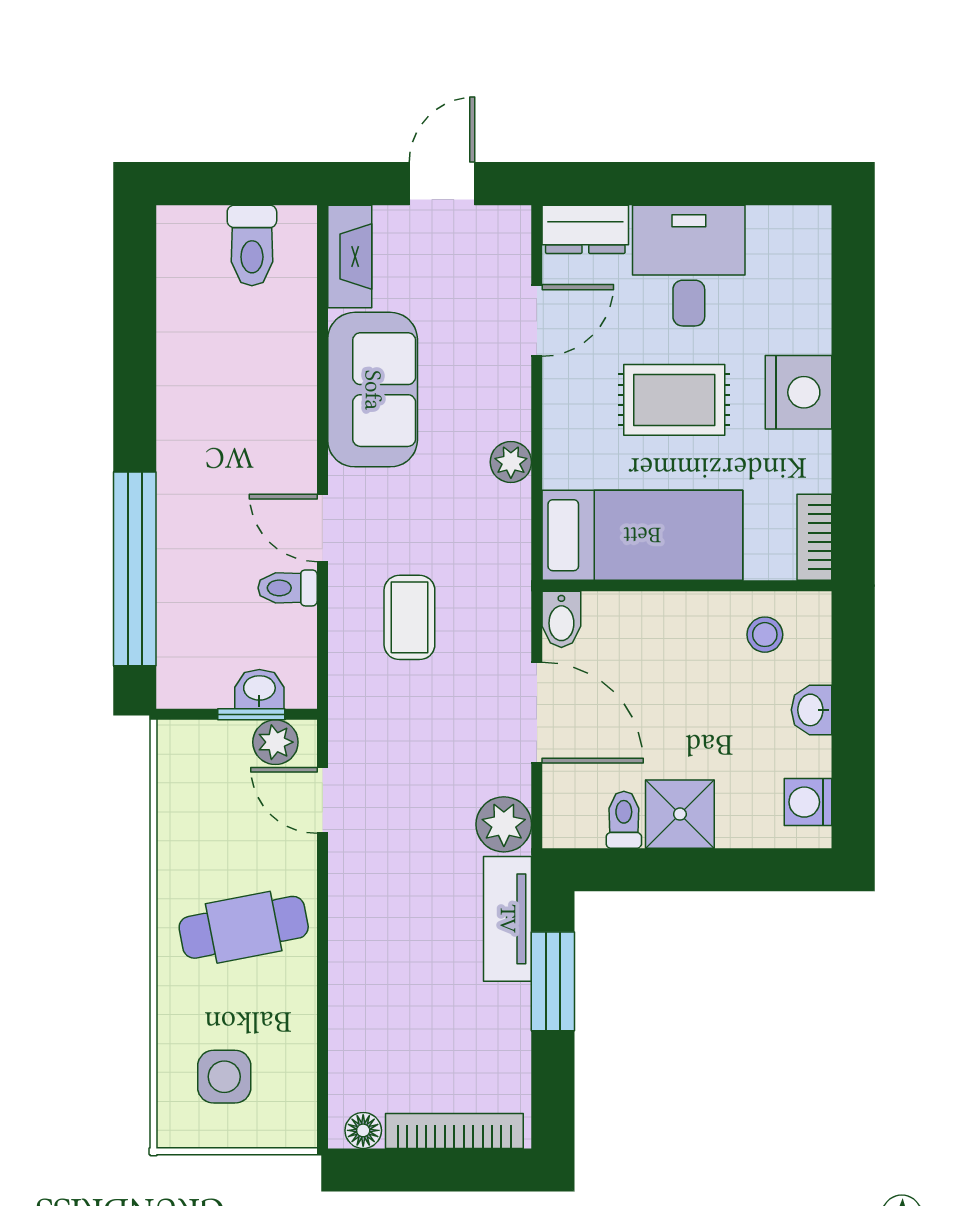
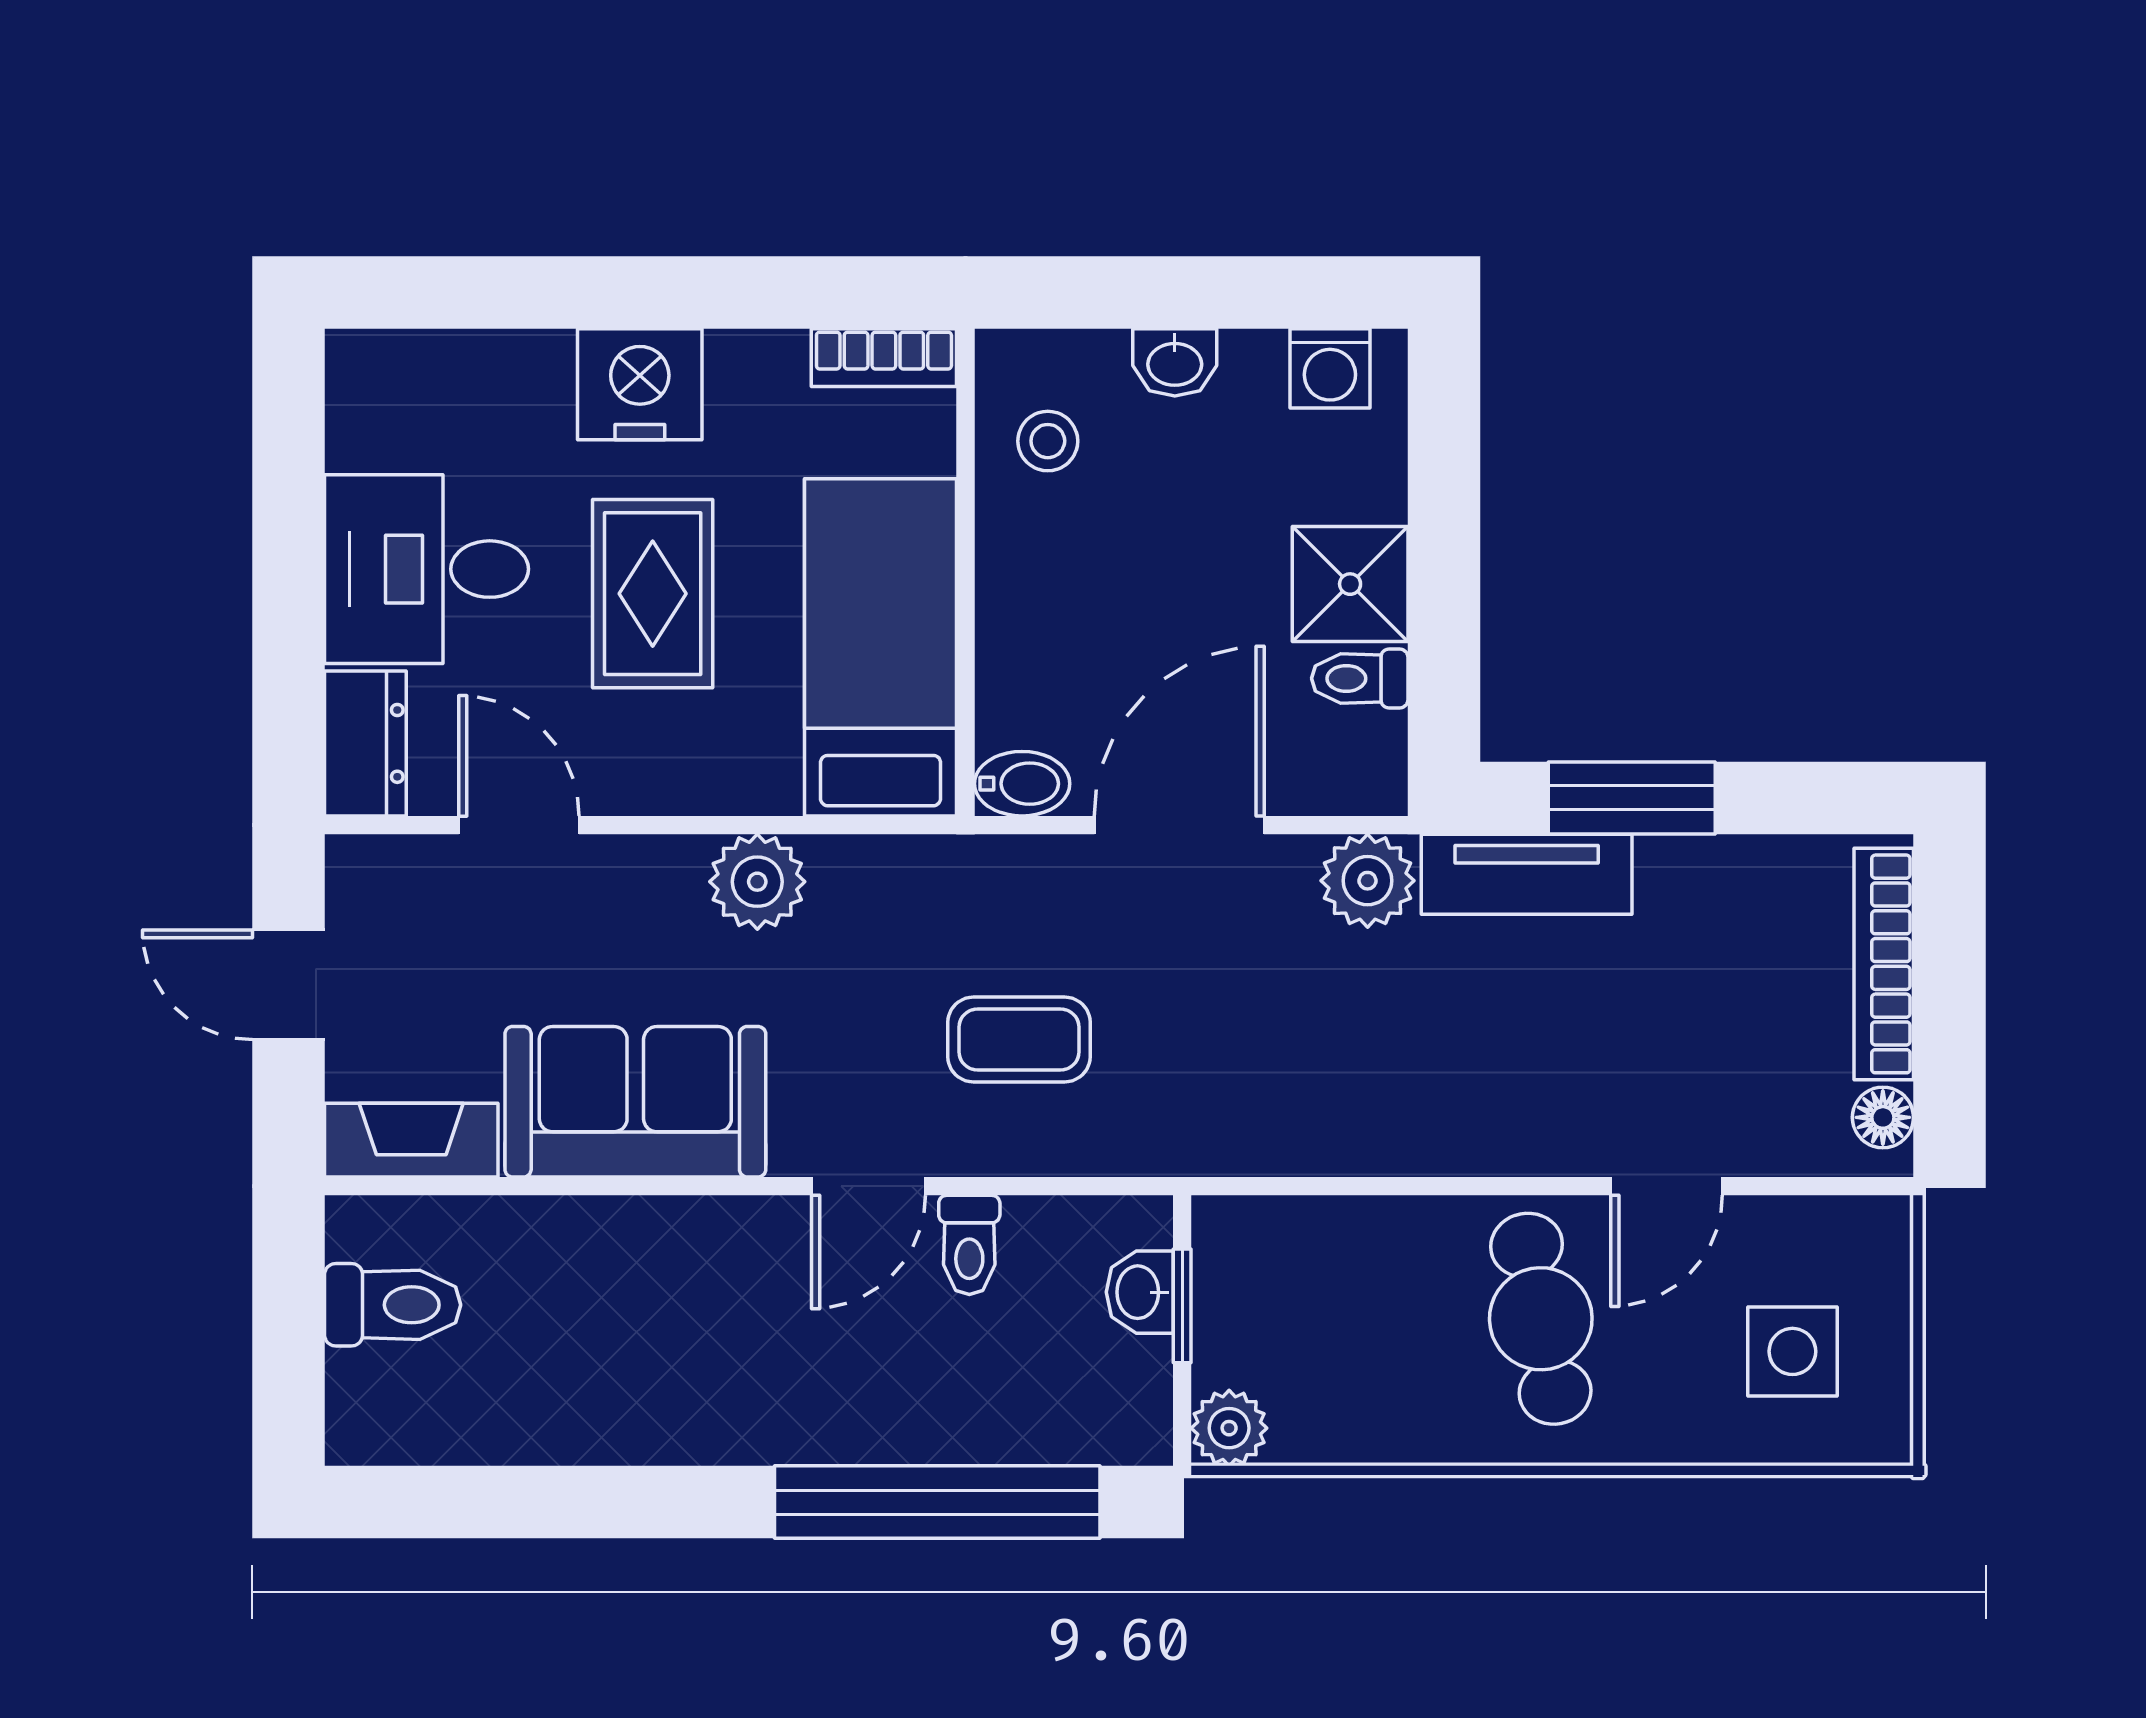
plant: (511, 462) -> (757, 882), width x1.38, depth x1.38
plant: (275, 742) -> (1229, 1428), moved
door: (322, 800) -> (1667, 1186), moved

